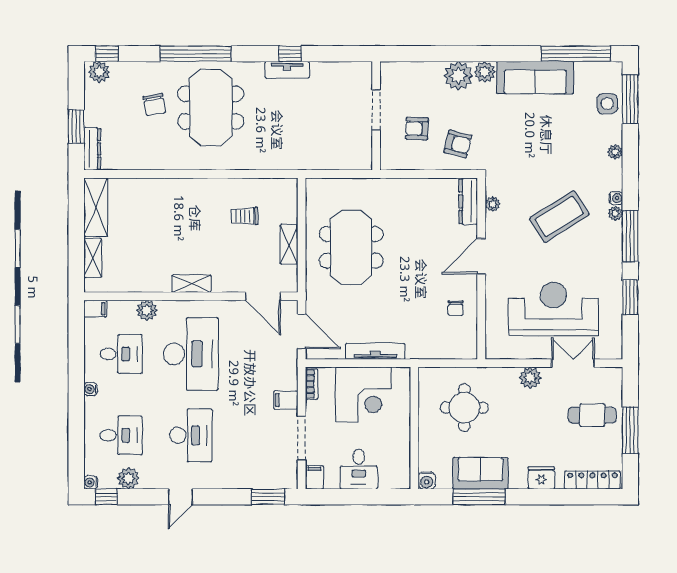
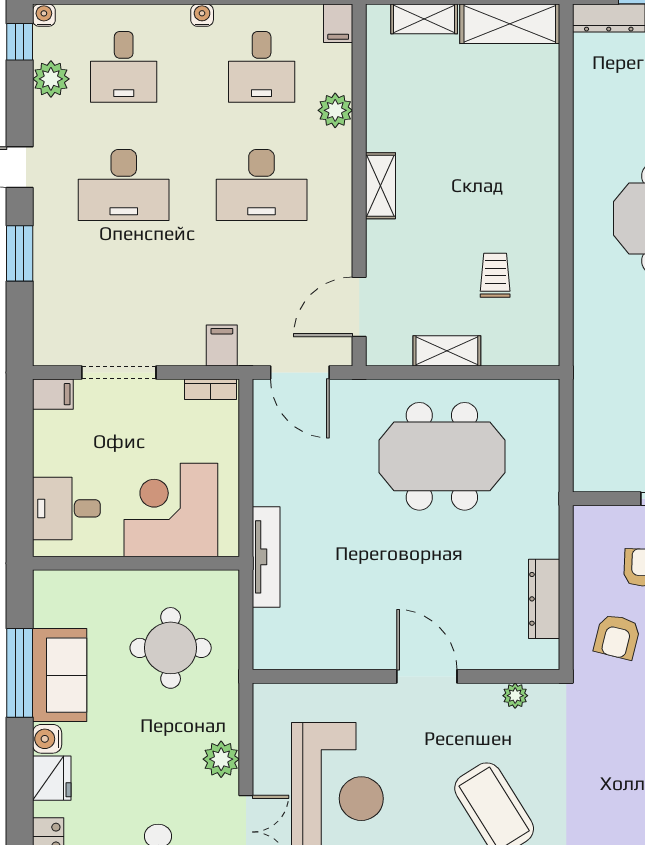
dresser: (468, 201) -> (544, 599), moved, turned -90
chair: (456, 308) -> (339, 633), removed
door: (302, 331) -> (300, 372), hinge flipped
tv unit: (375, 351) -> (266, 557), moved
desk: (191, 354) -> (262, 185), width x0.73, depth x0.77
corner desk: (363, 395) -> (171, 510), moved, turned 90
filing cabinet: (286, 400) -> (222, 345), moved
desk: (359, 469) -> (66, 508), moved
water cooler: (427, 481) -> (47, 739), moved
window: (268, 497) -> (20, 253), moved

